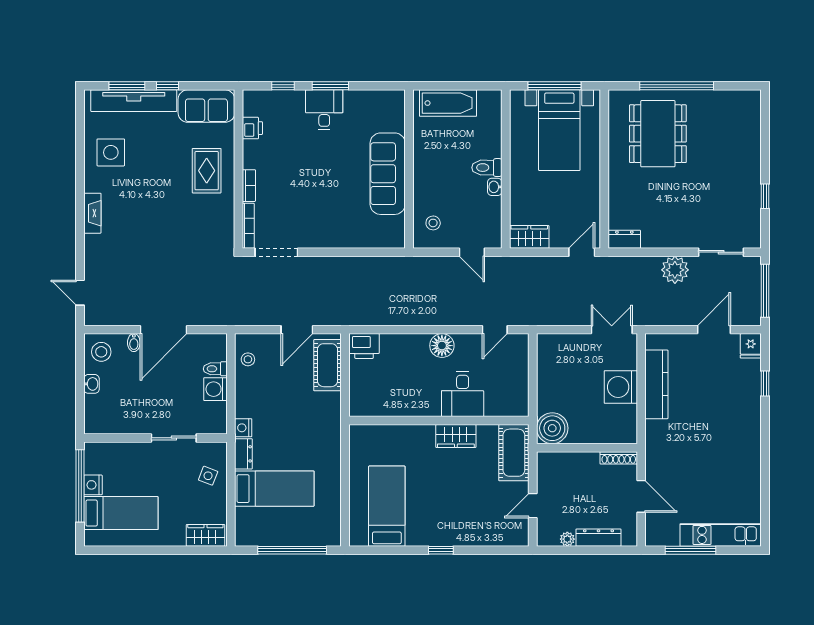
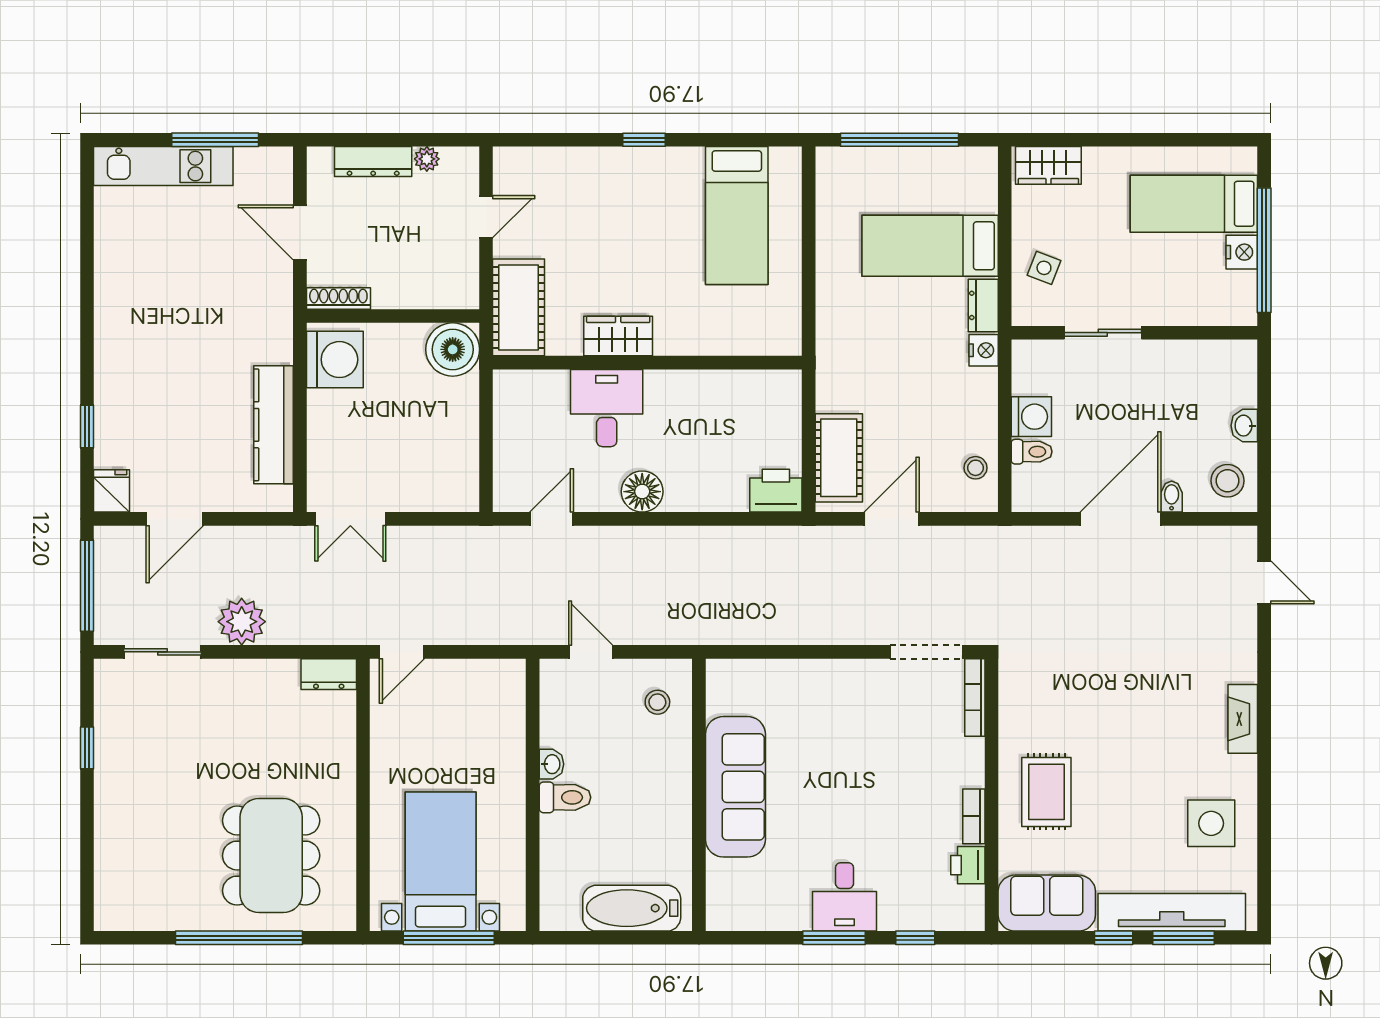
bookcase: (249, 186) -> (974, 816), moved
wardrobe: (529, 237) -> (492, 678), removed
washing machine: (621, 387) -> (335, 360), moved

